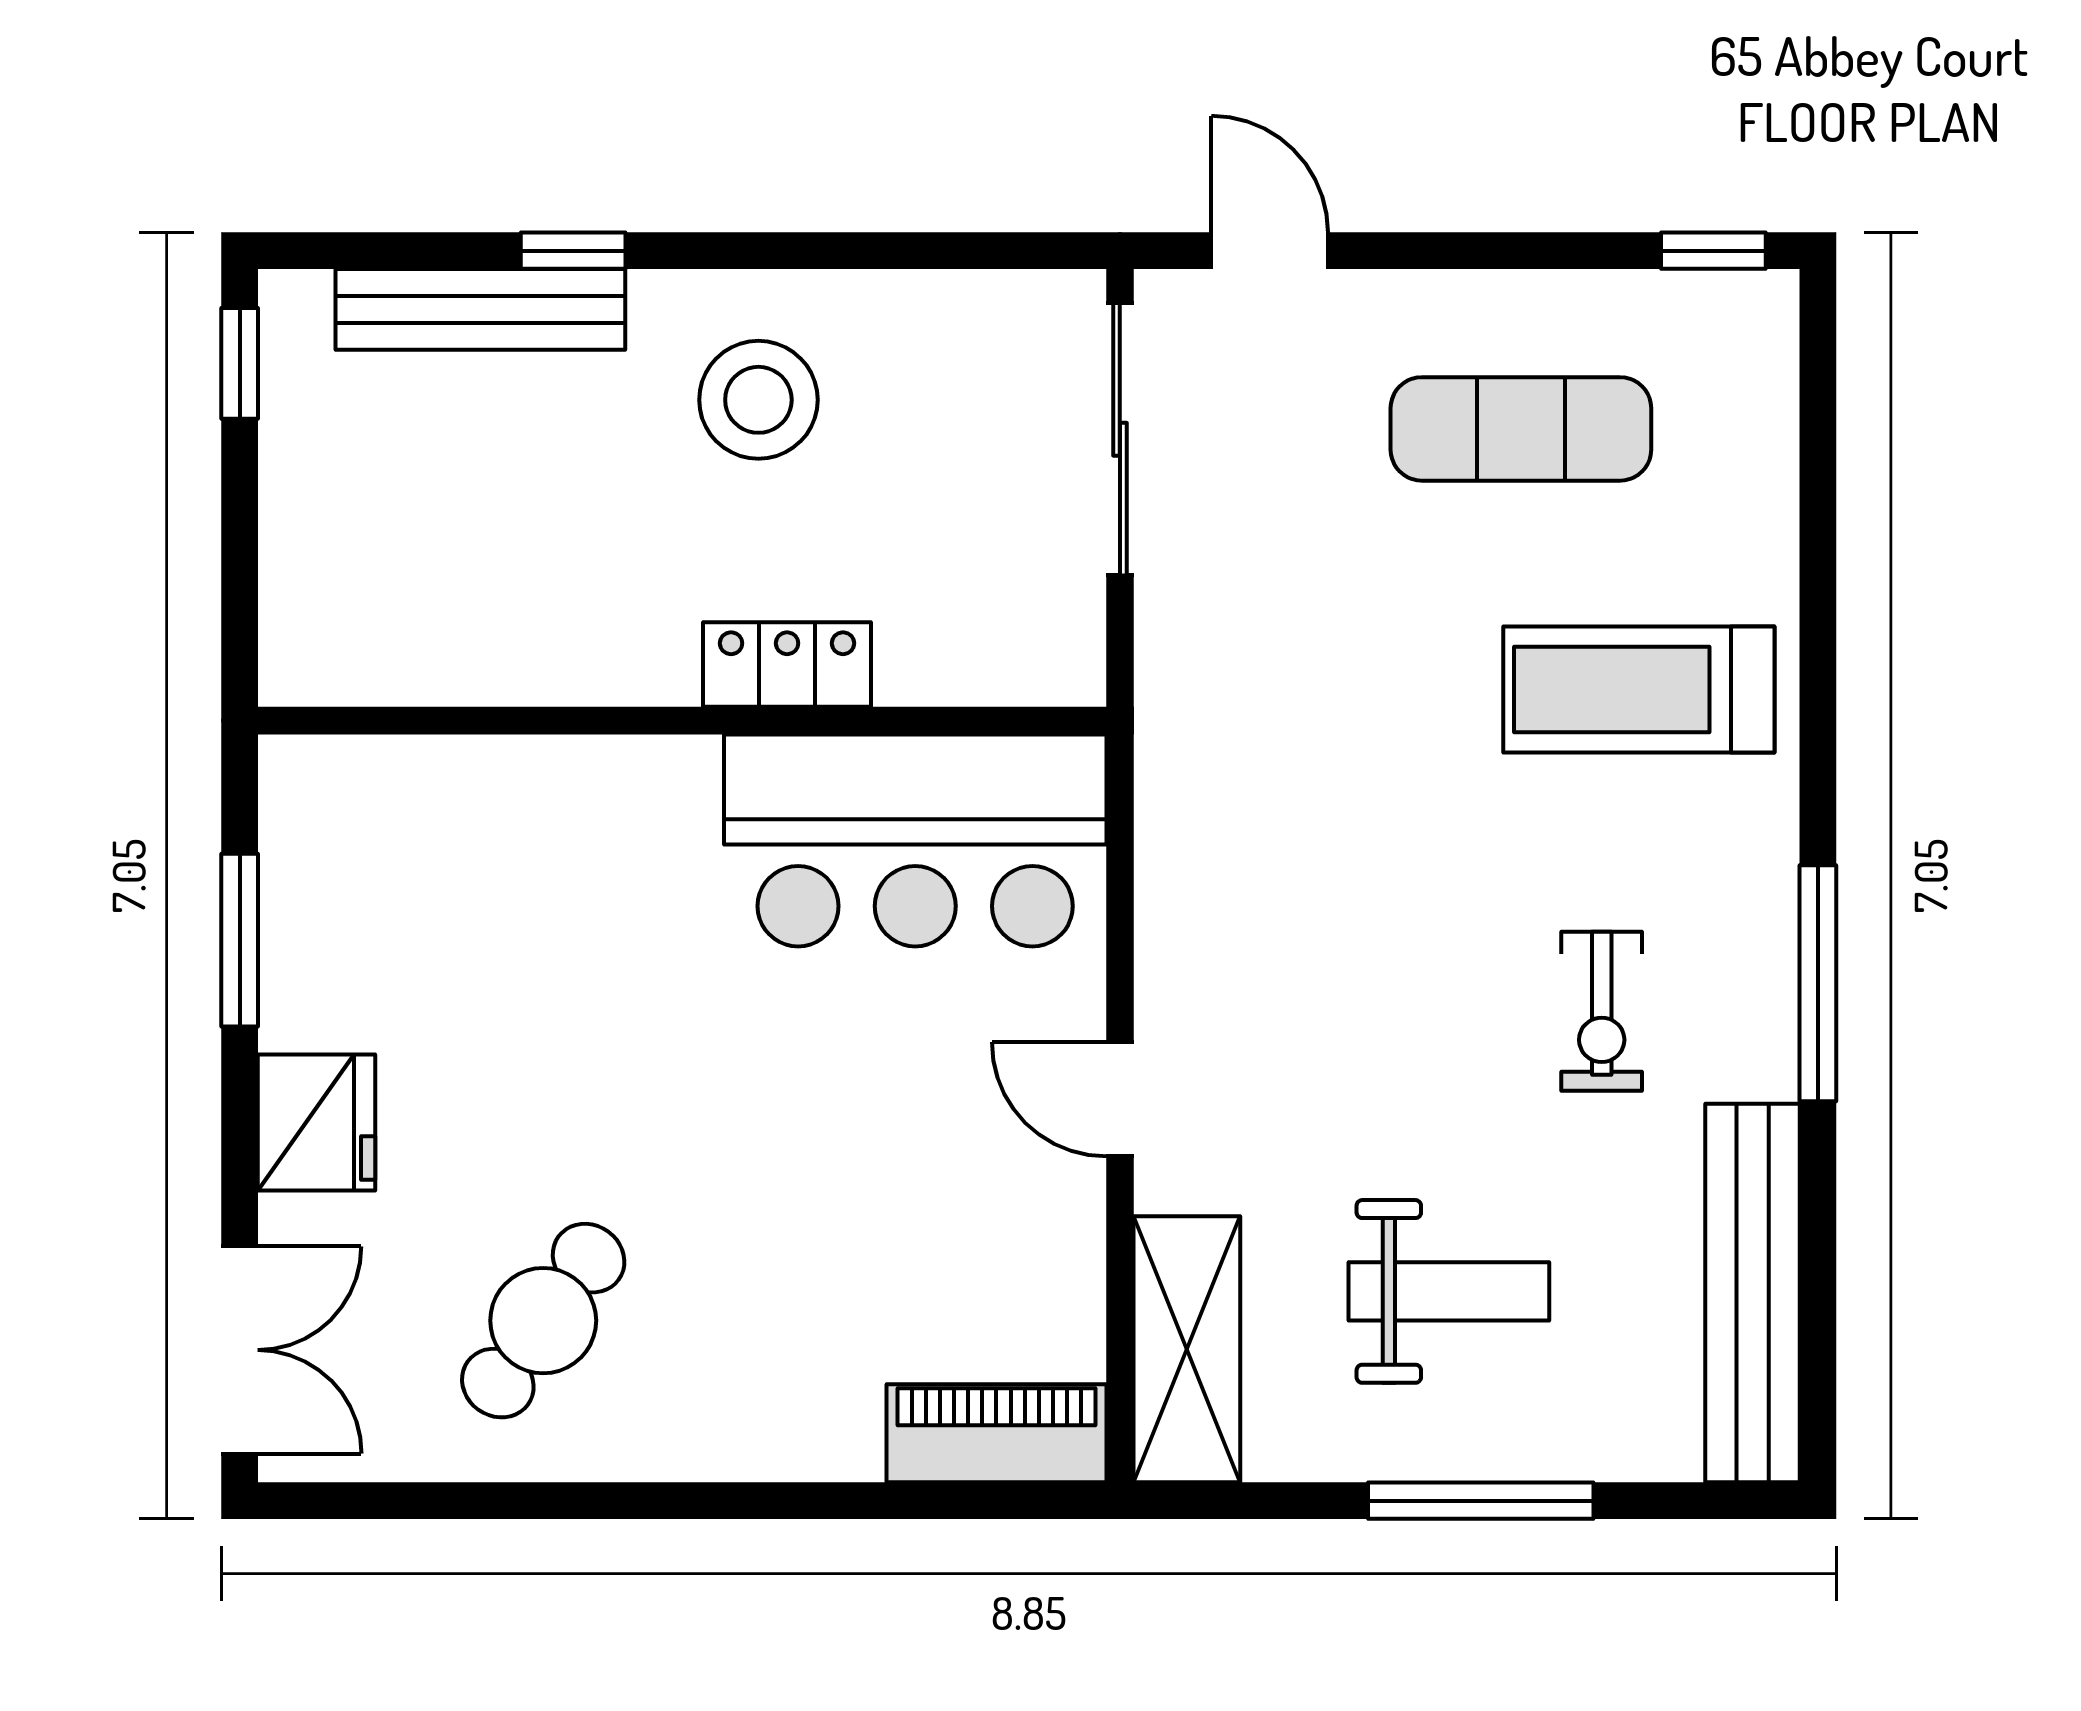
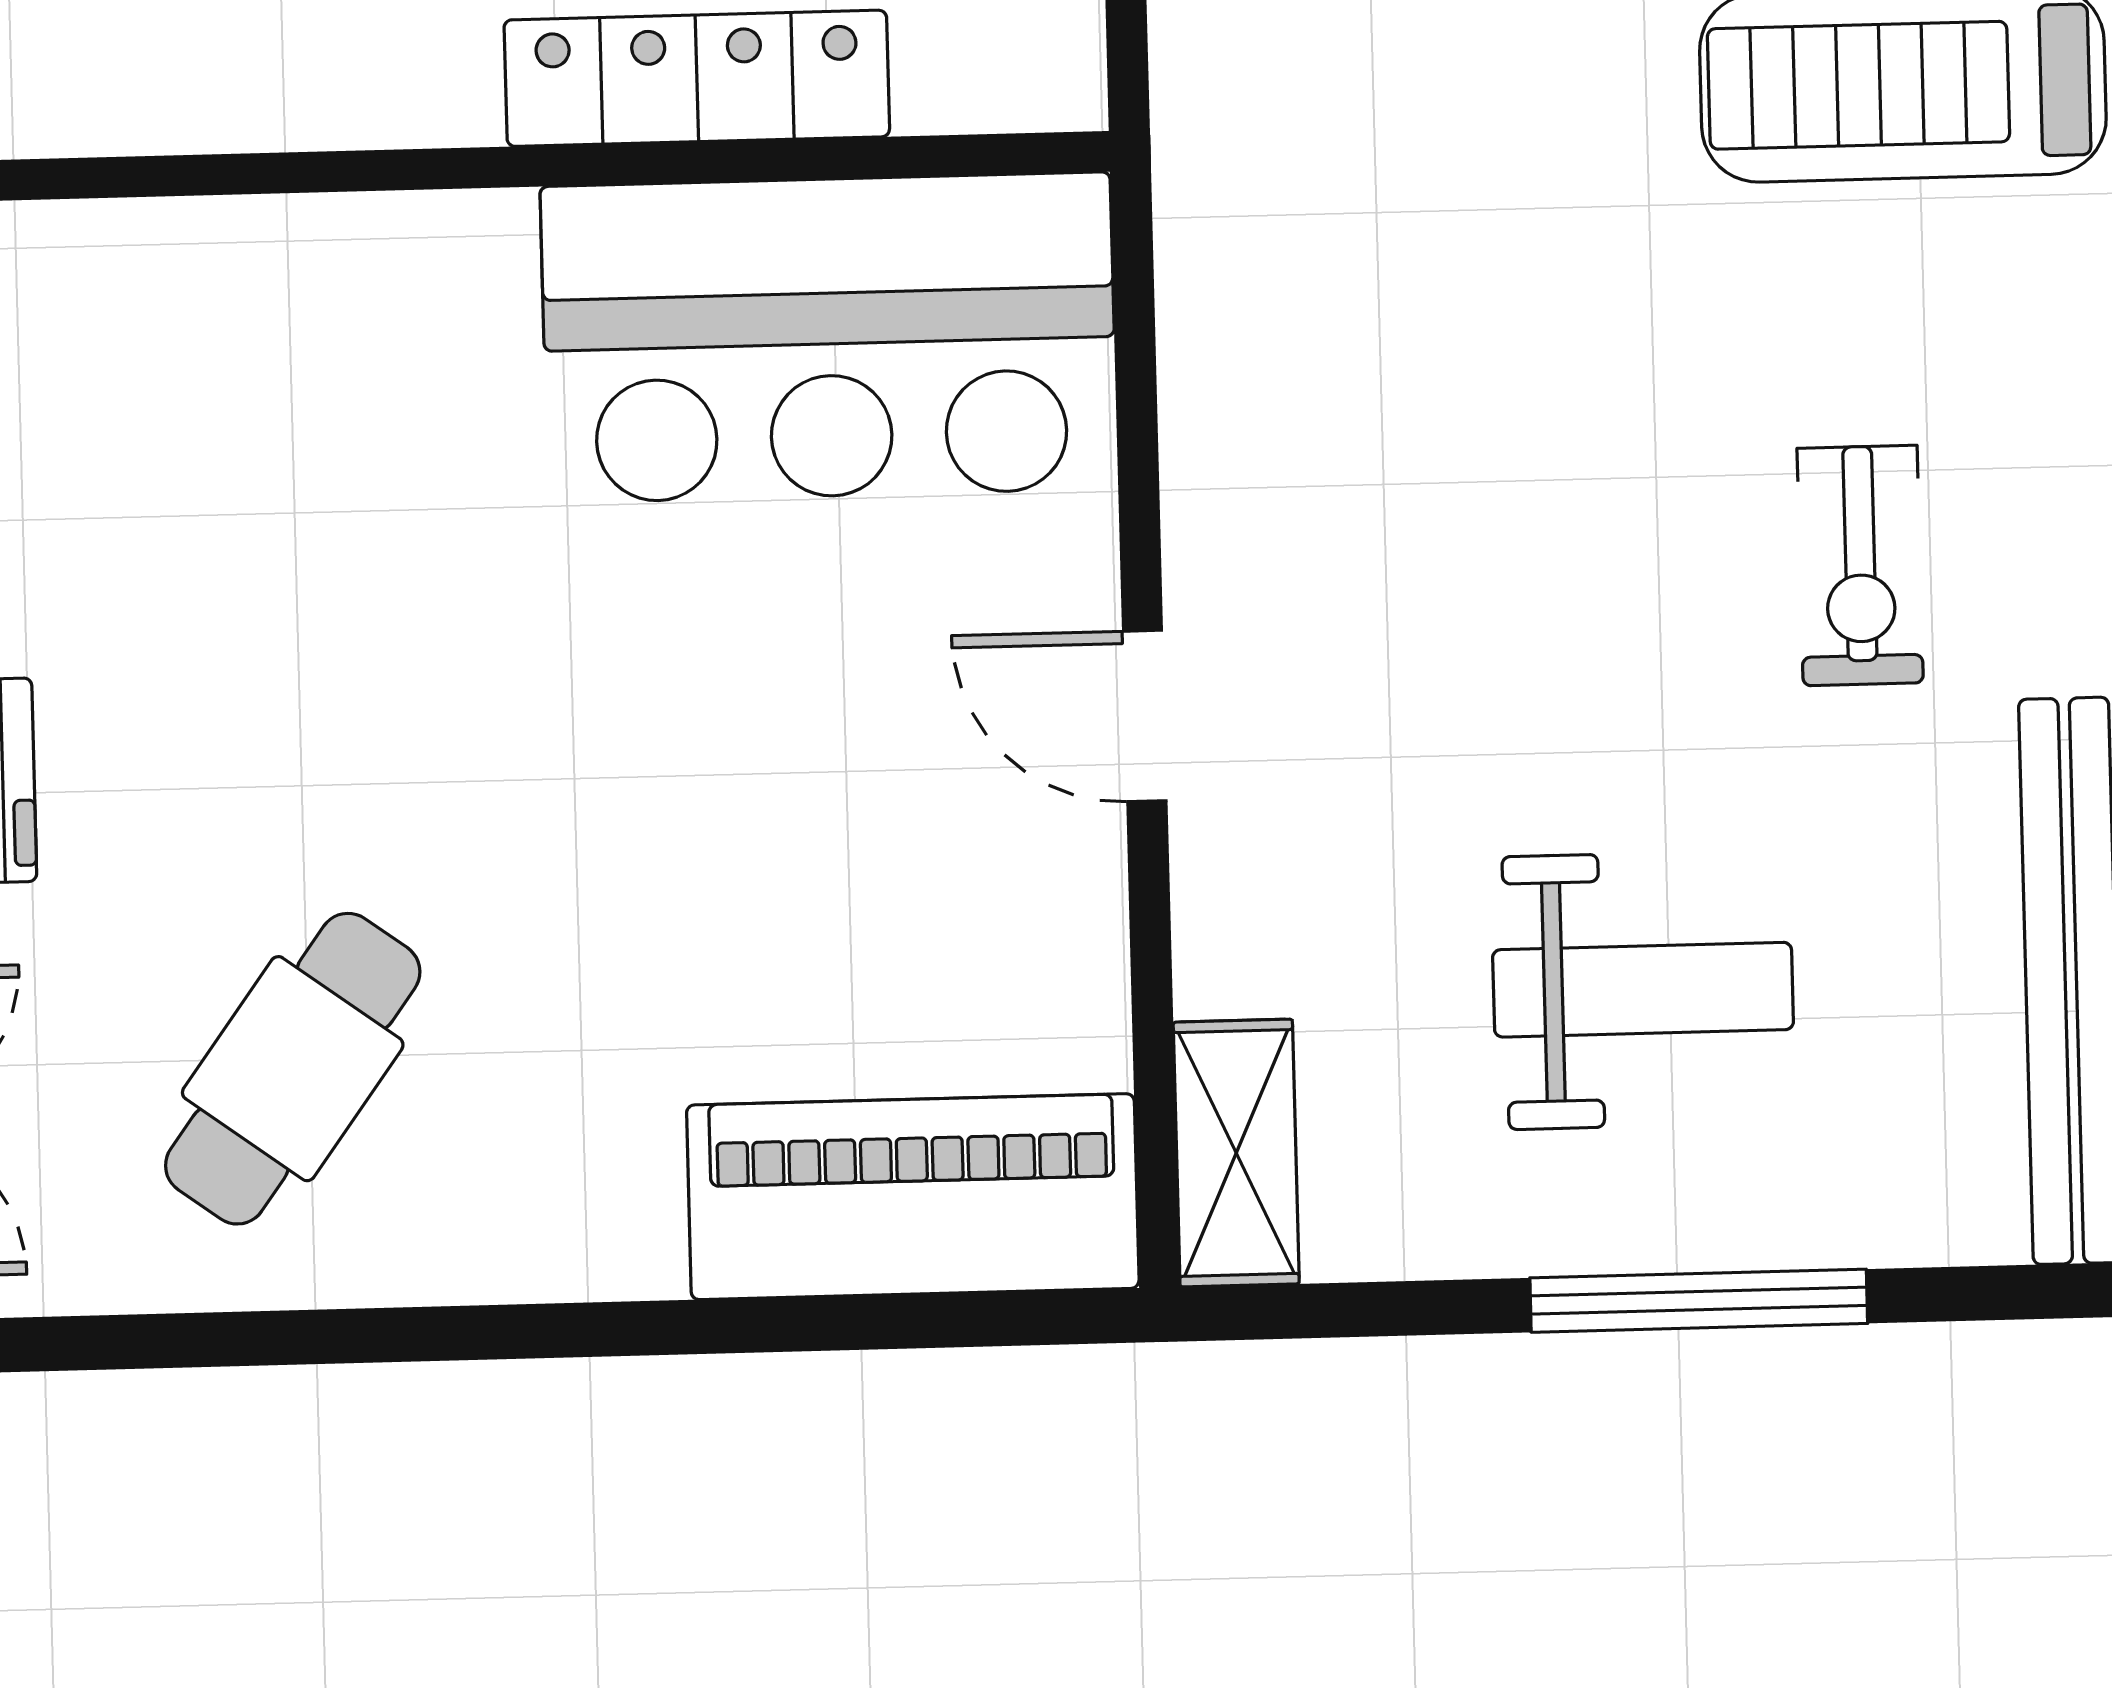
locker: (787, 664) -> (697, 78), width x1.53
shelving: (1187, 1349) -> (1236, 1153), width x0.67, depth x0.75
piano: (996, 1433) -> (913, 1197), width x1.37, depth x1.33

